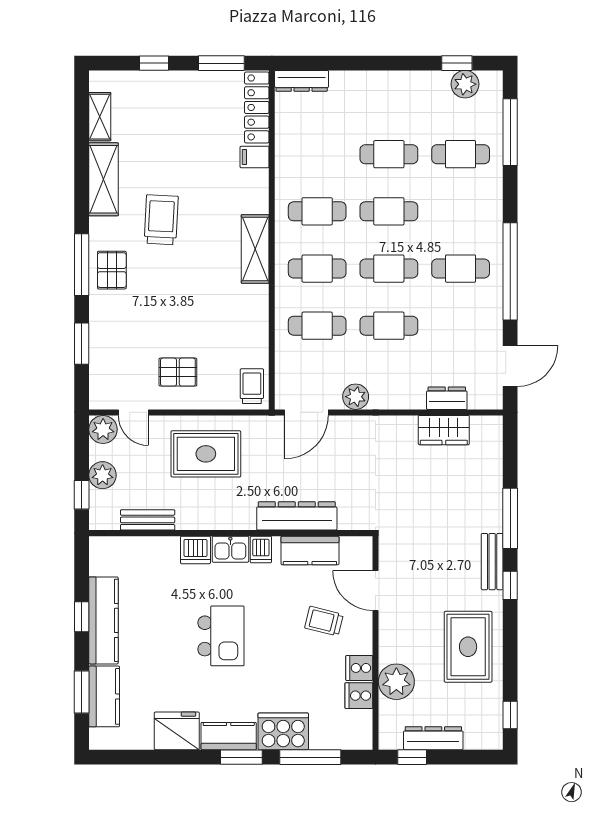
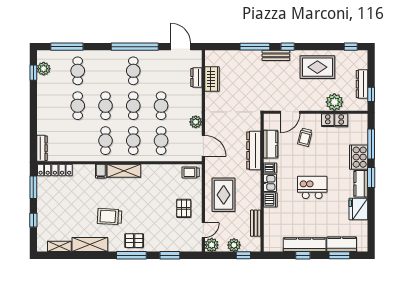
filing cabinet: (255, 157) -> (101, 171), moved

